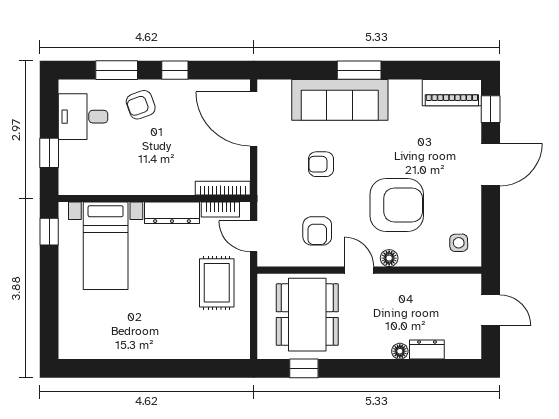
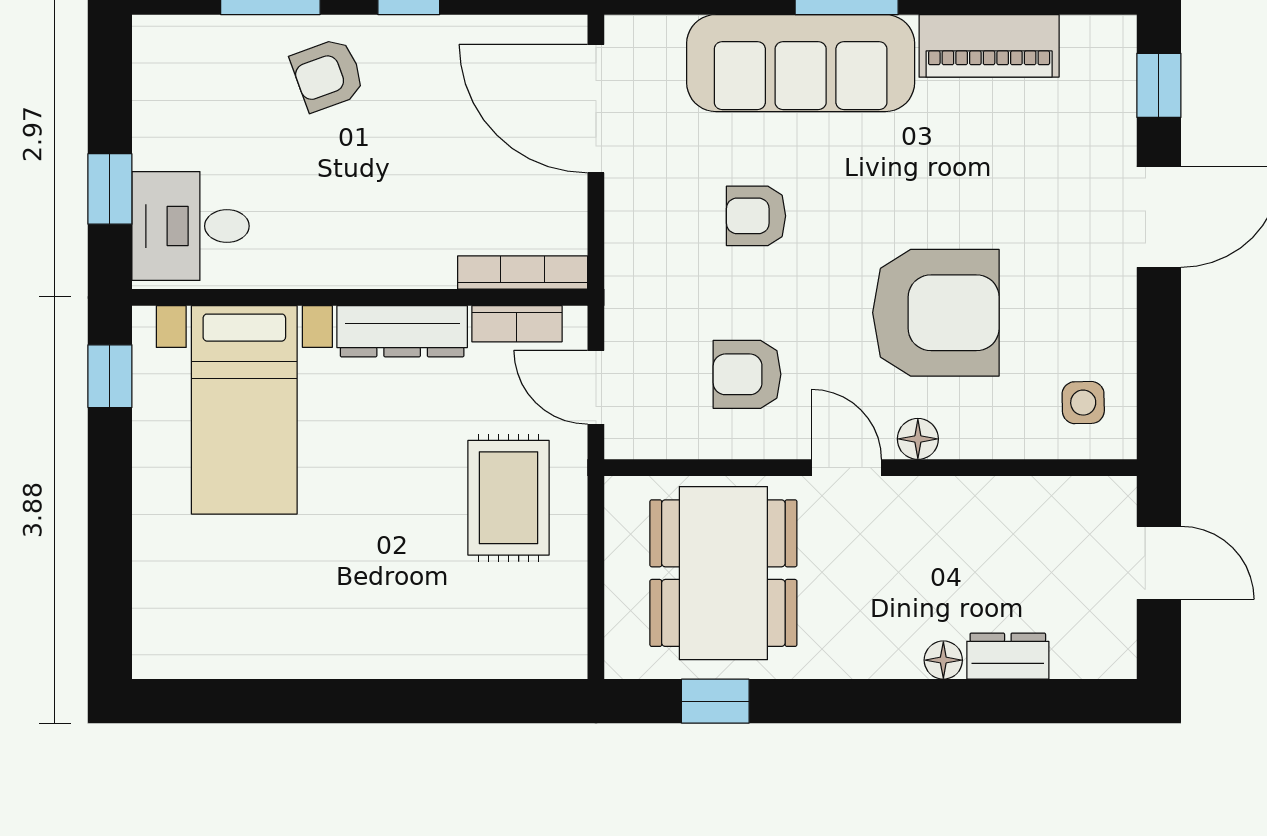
piano: (452, 93) -> (989, 46), moved
desk: (83, 117) -> (191, 226), moved
armchair: (317, 231) -> (747, 374), turned 90

